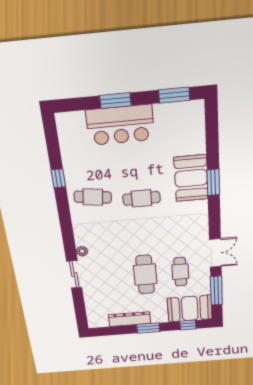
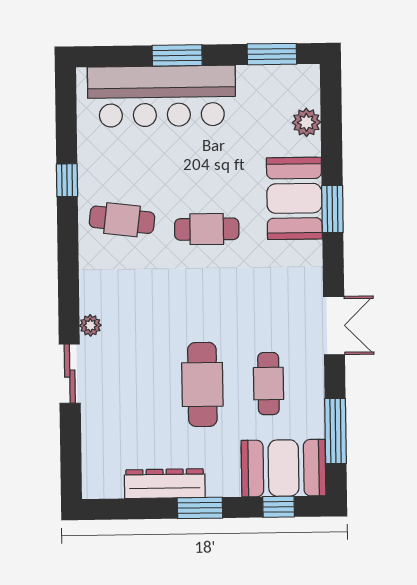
bar counter: (120, 125) -> (162, 96), width x1.36
plant: (197, 135) -> (306, 122), added
double door: (215, 253) -> (334, 326), moved

